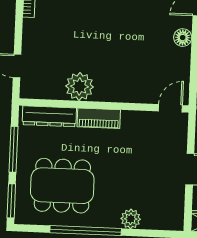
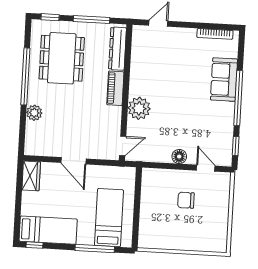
plant: (80, 87) -> (139, 108), moved
door: (170, 108) -> (123, 146), hinge flipped
window: (11, 201) -> (50, 17), width x0.67

